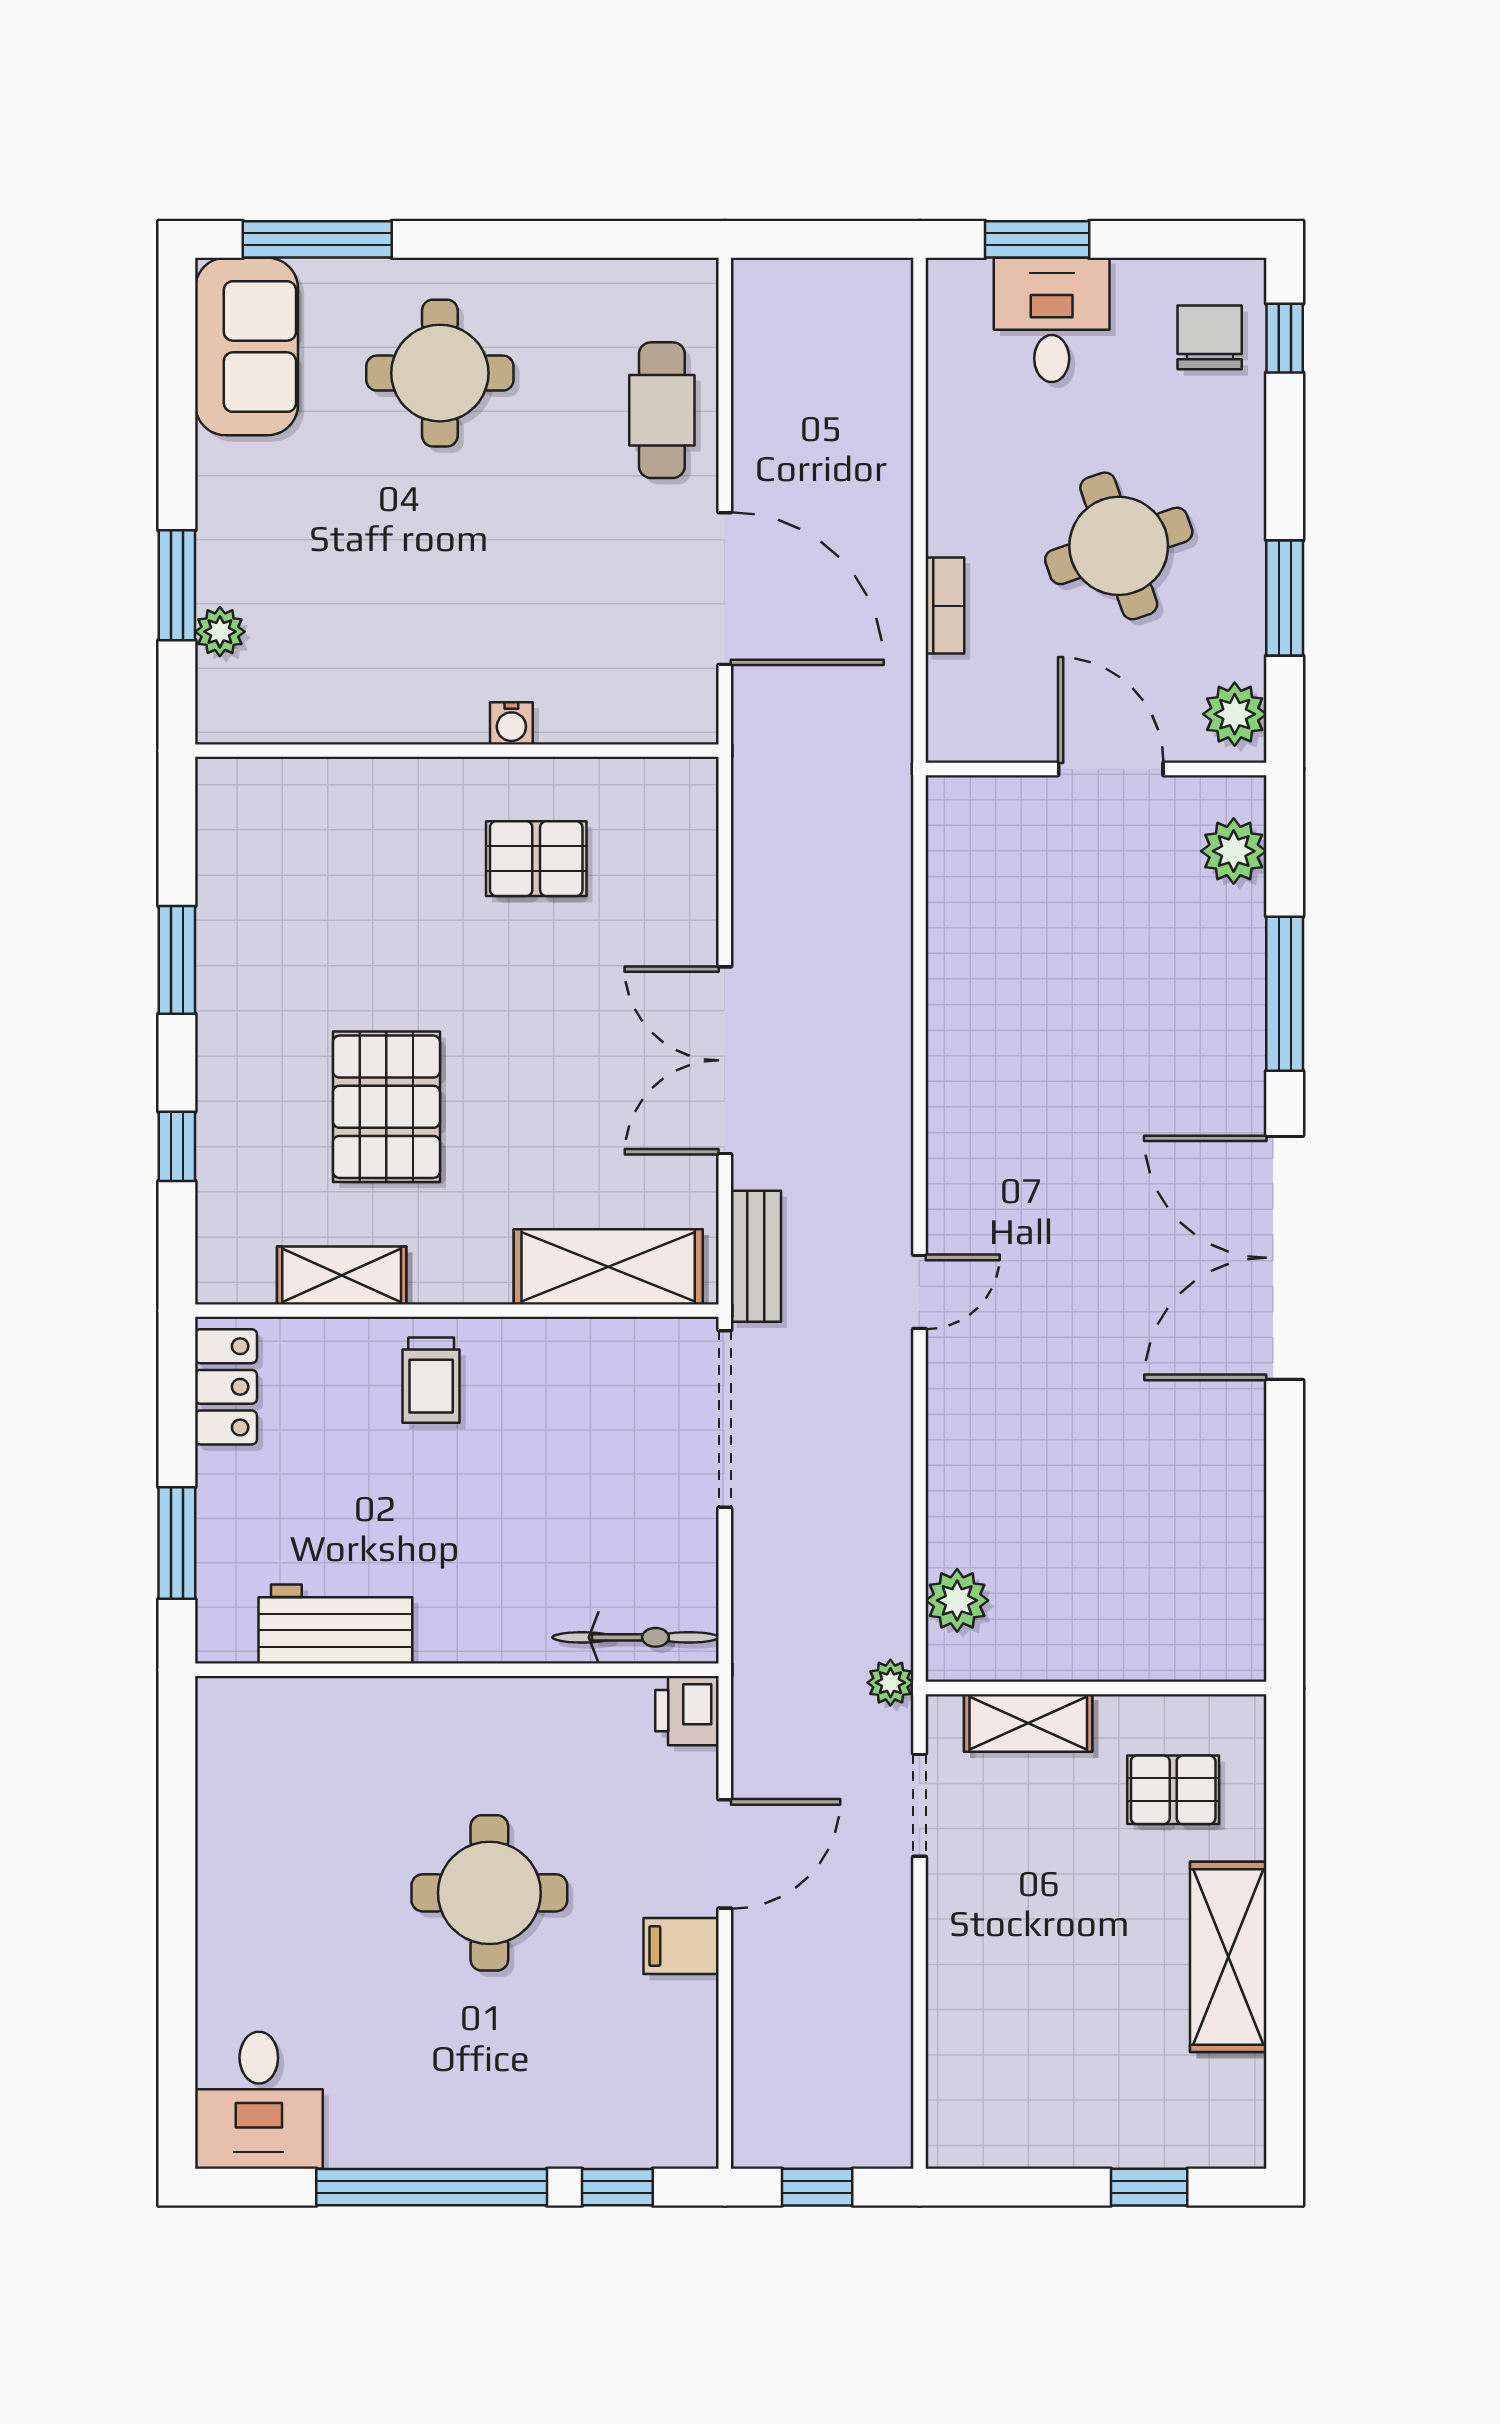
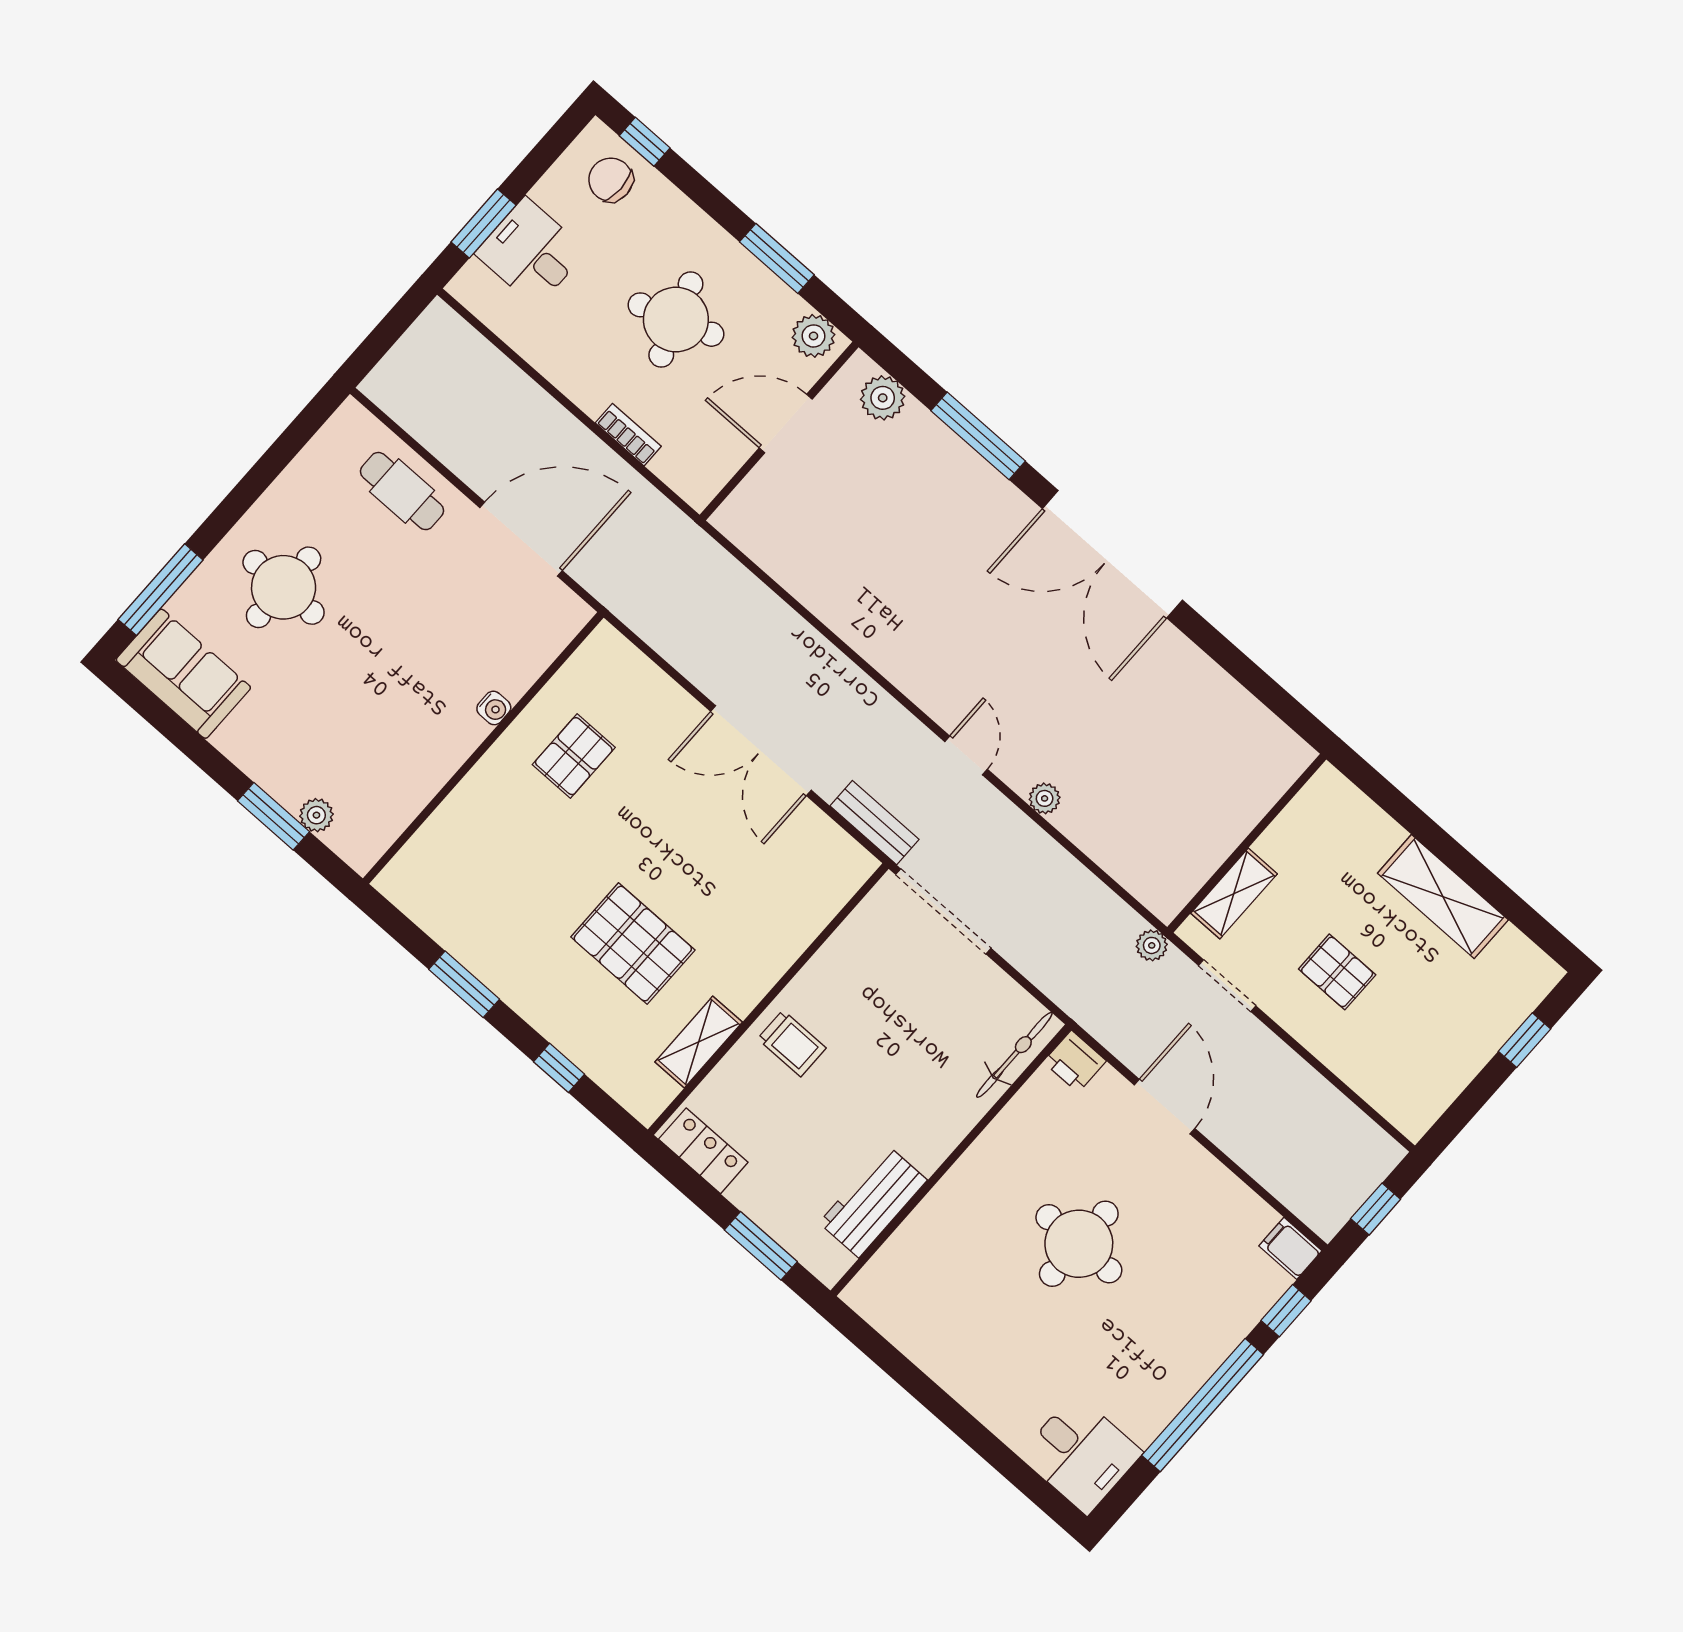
shelving: (608, 1267) -> (814, 903), removed
plant: (957, 1600) -> (1045, 798), moved, width x0.73, depth x0.73
pallet: (1173, 1790) -> (1337, 972), moved, turned 90
filing cabinet: (681, 1946) -> (1290, 1248), moved, turned 90

